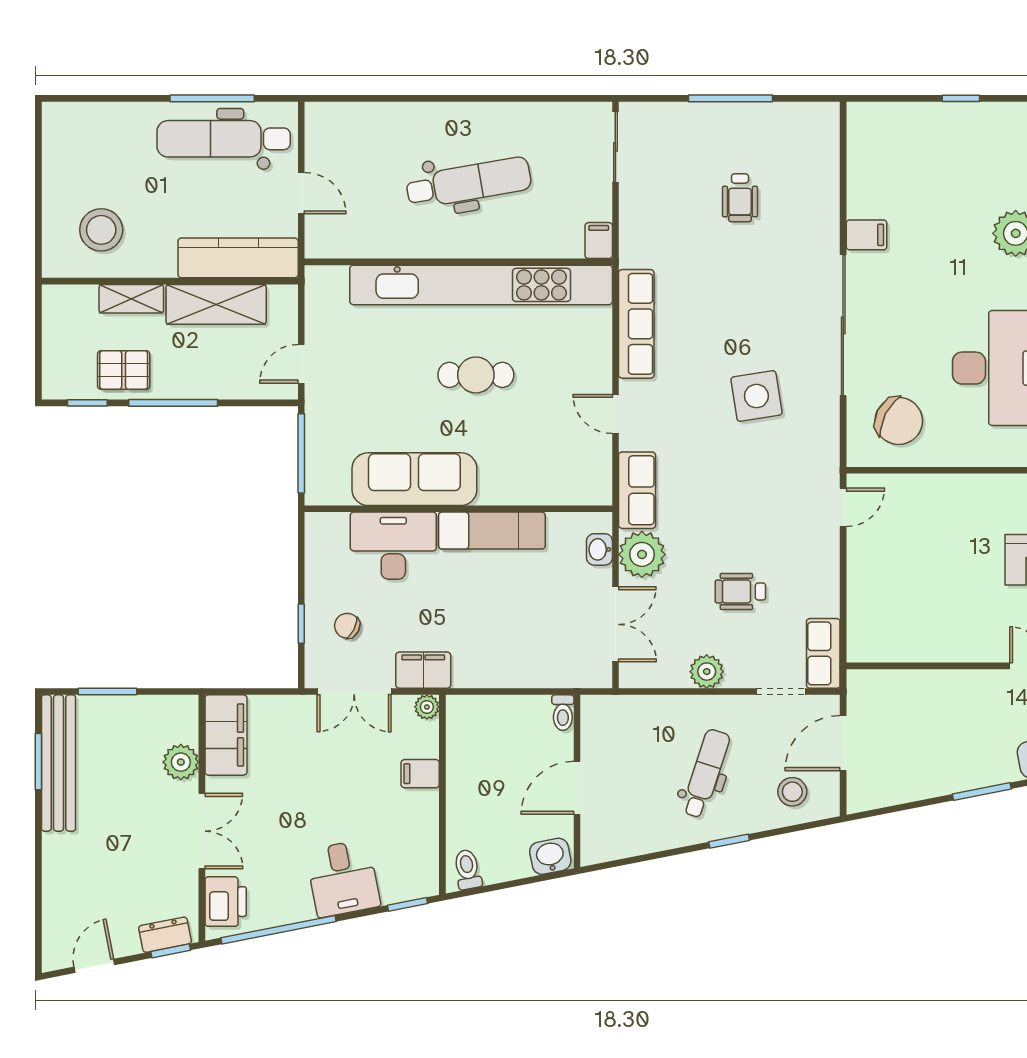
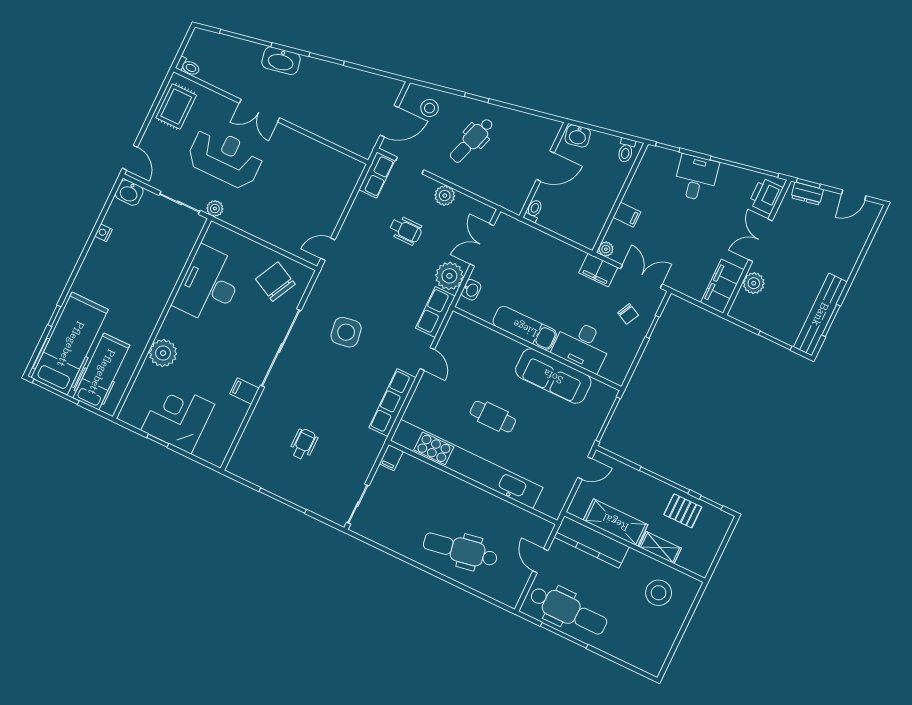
corner desk: (947, 148) -> (178, 417), added
dental chair: (469, 183) -> (460, 550), moved

